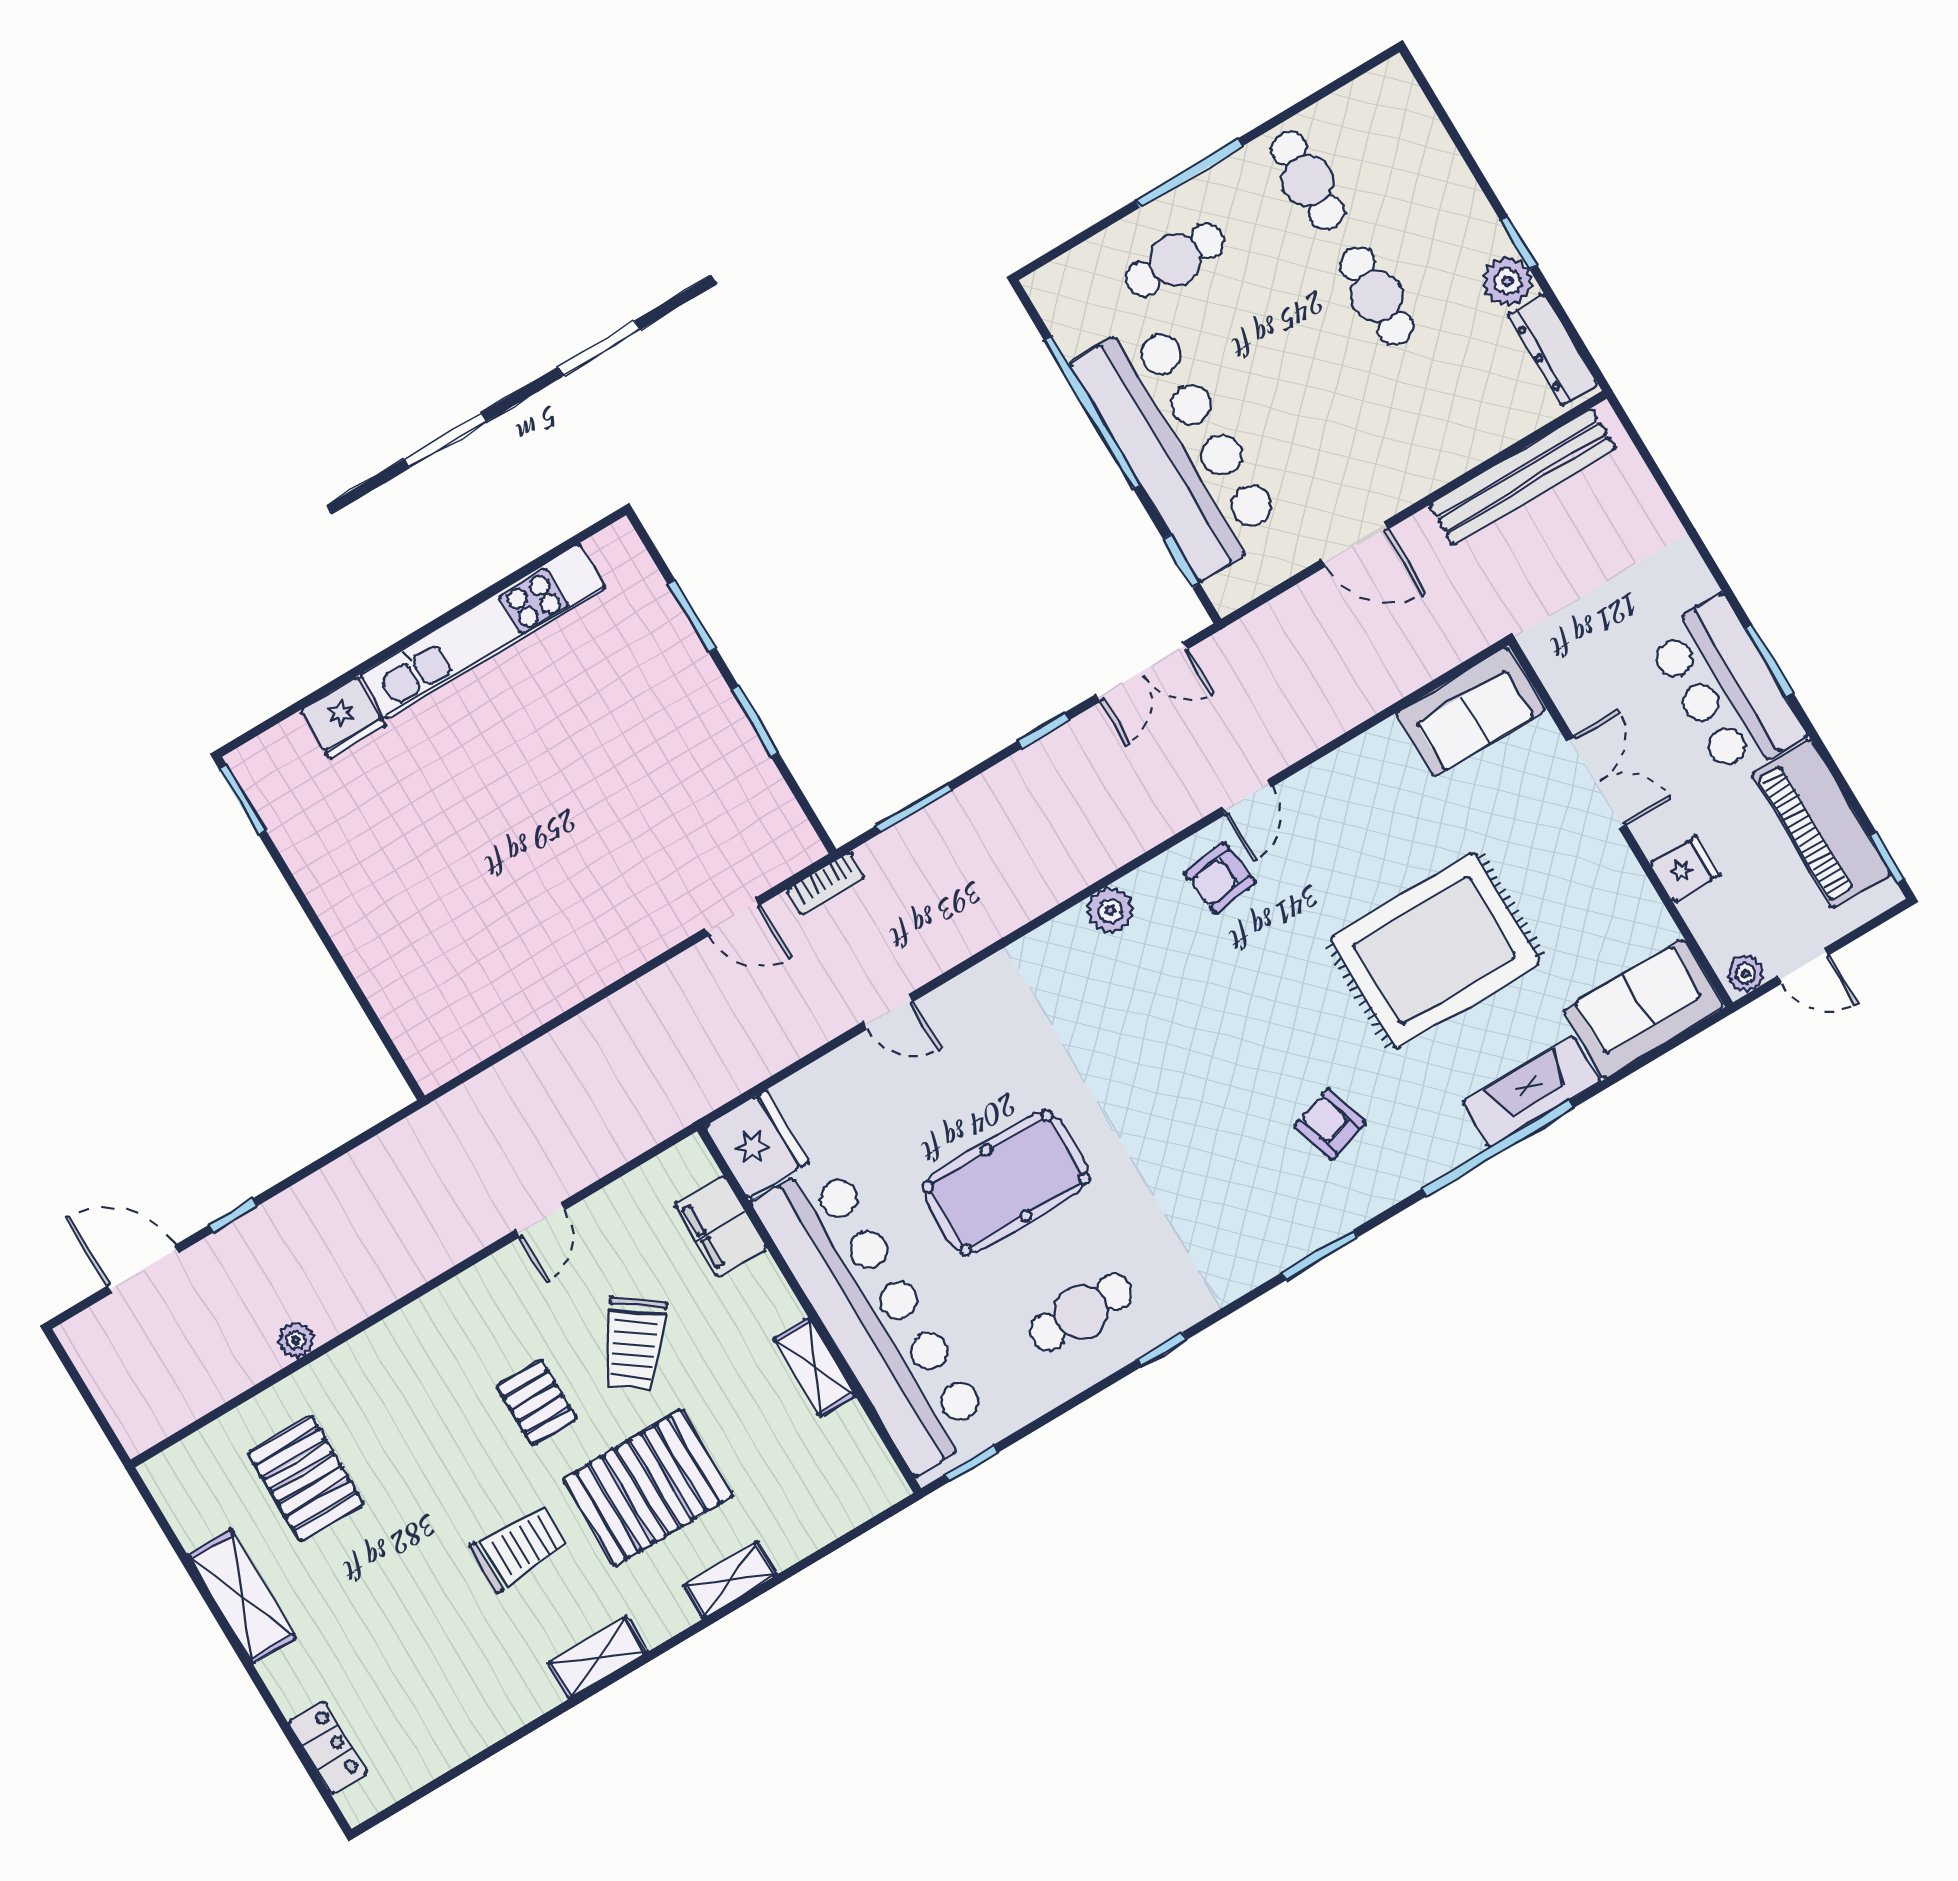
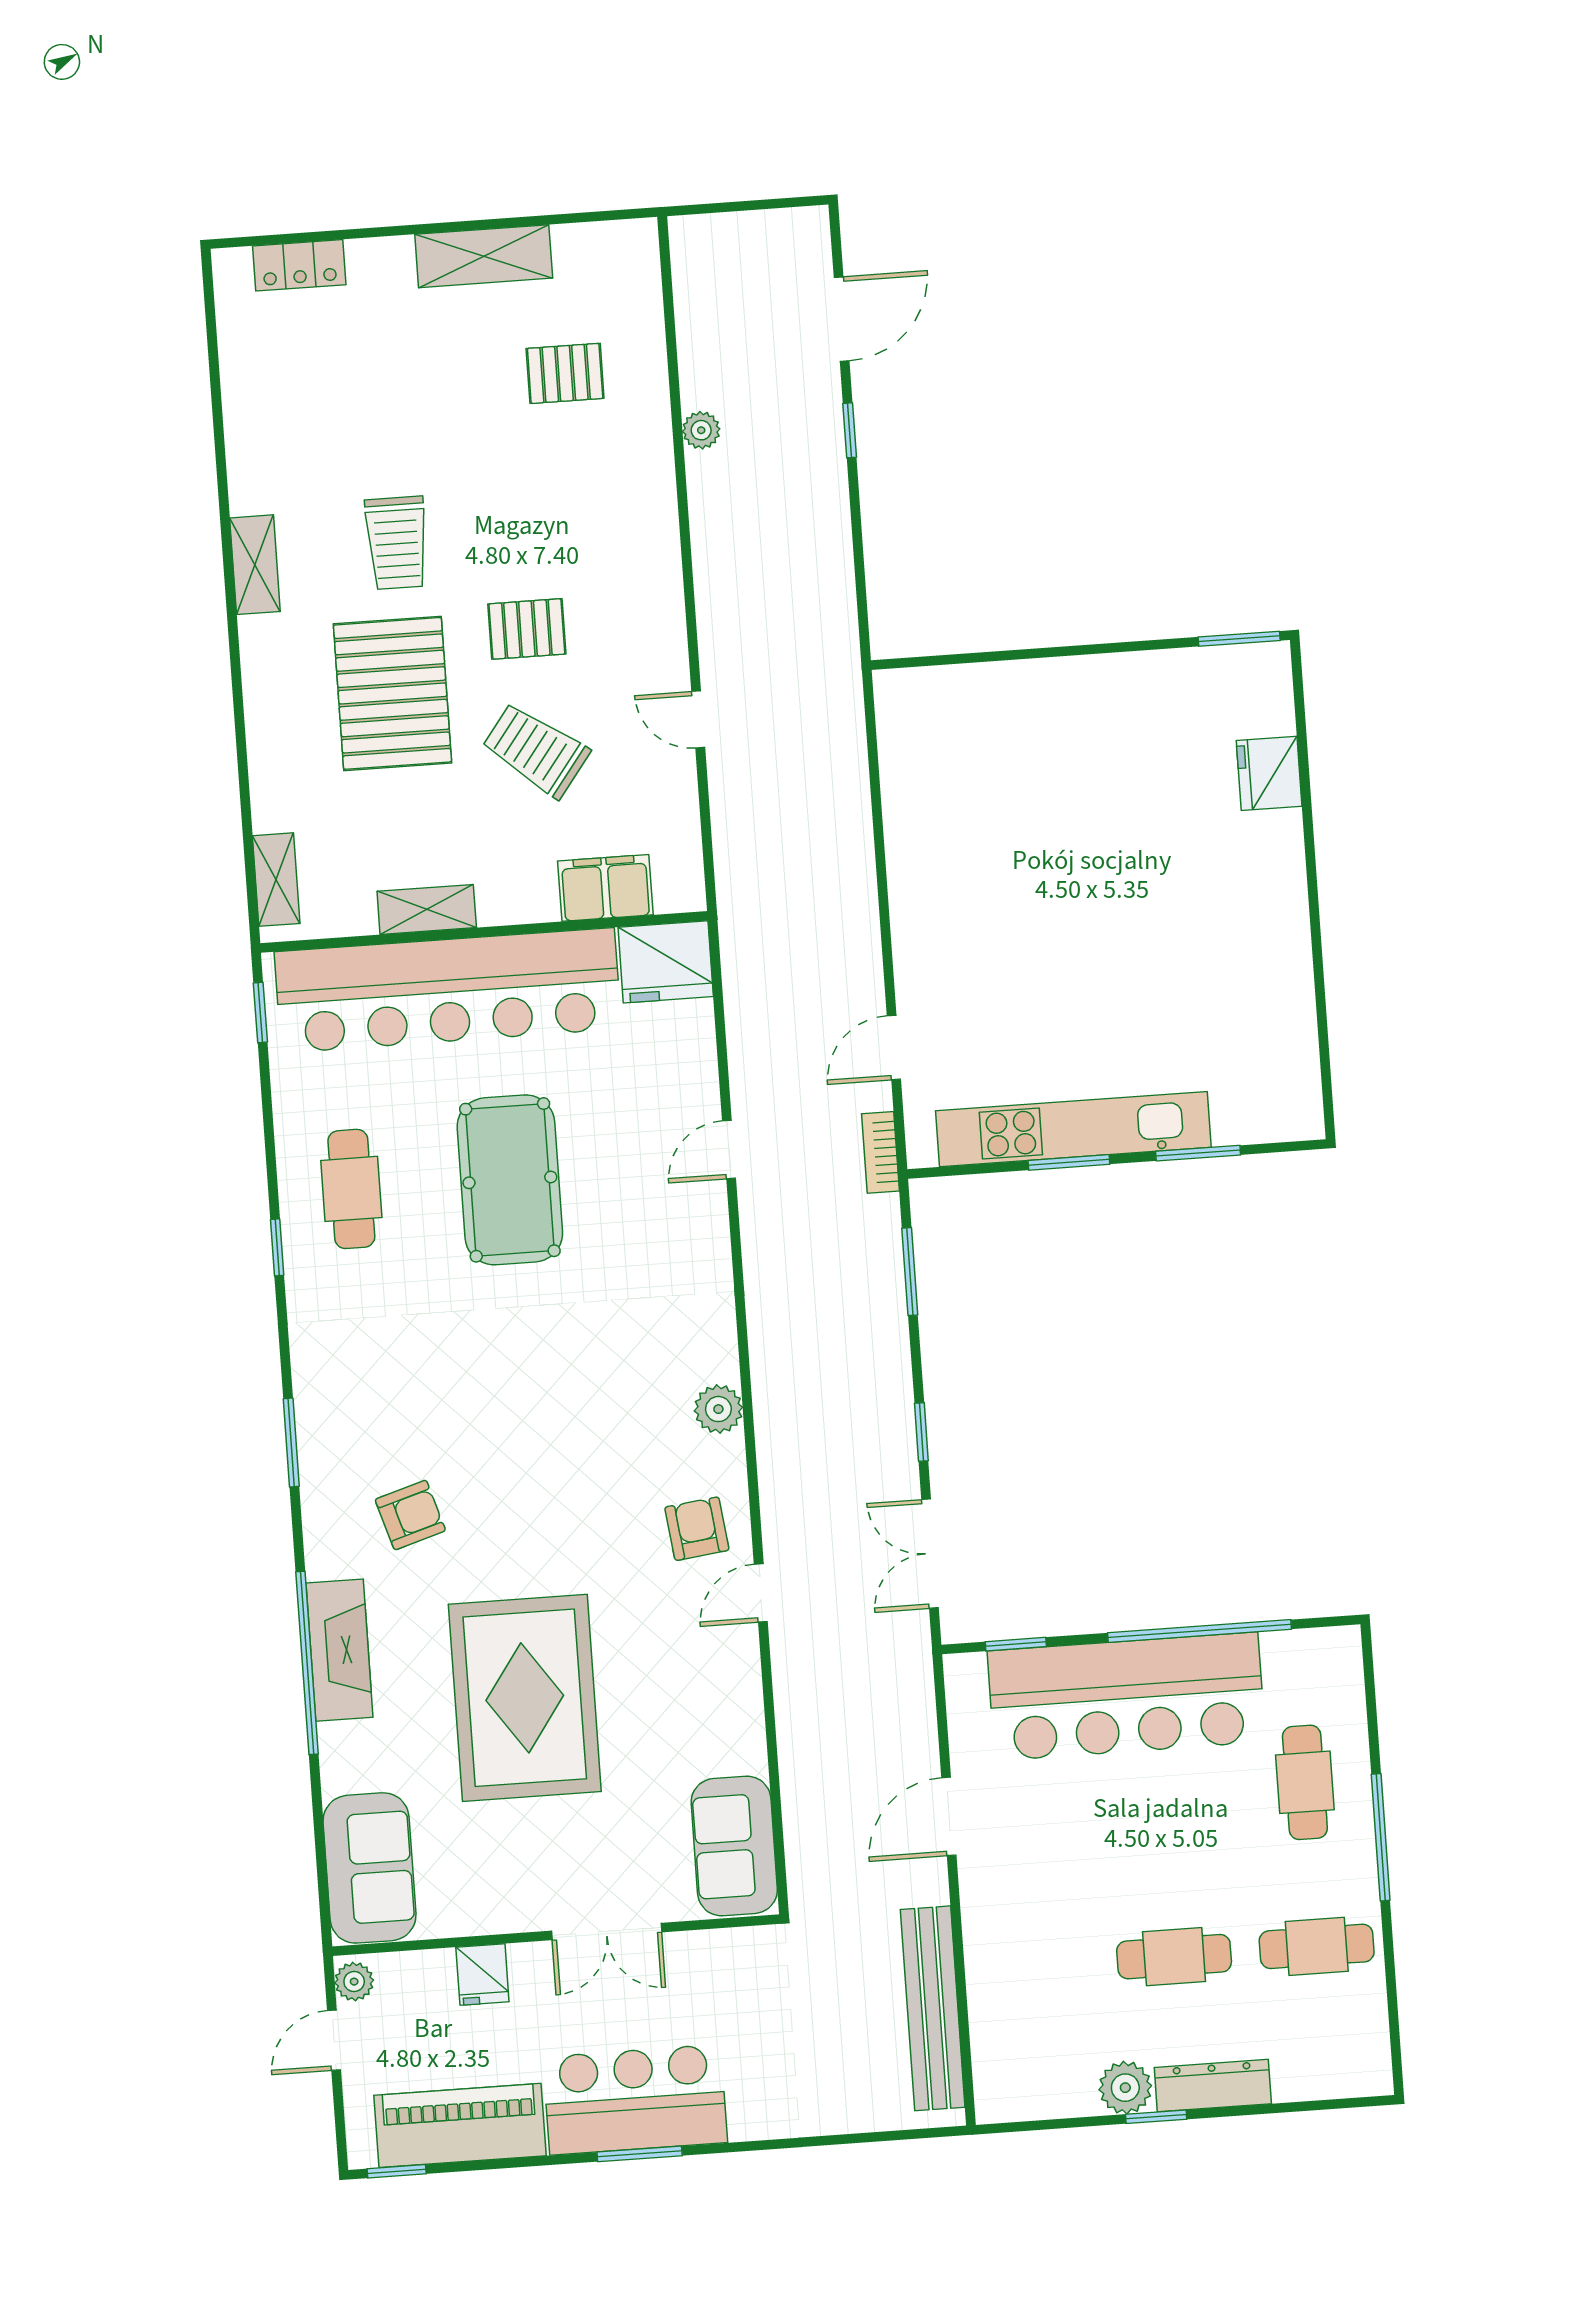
dresser: (1553, 350) -> (1213, 2086), moved
kitchen unit: (483, 631) -> (1073, 1129), moved, turned 90
door: (1247, 797) -> (761, 1593), hinge flipped
fireplace: (1531, 1092) -> (339, 1650), moved
pallet: (306, 1478) -> (565, 373), width x0.67, depth x0.71
shelving: (730, 1580) -> (276, 880), moved

